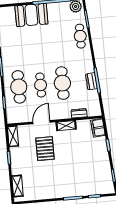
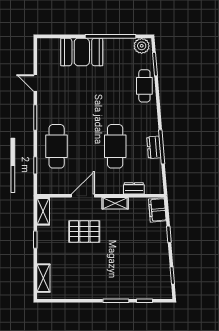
cafe table: (41, 85) -> (86, 146), removed
pallet: (45, 149) -> (84, 231), turned 90

